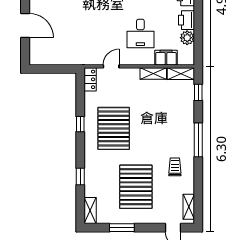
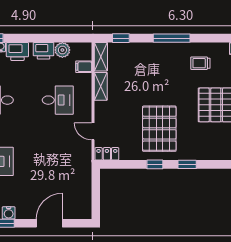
filing cabinet: (166, 58) -> (84, 67), width x0.50
pallet: (114, 128) -> (159, 129), turned 90
window: (80, 177) -> (187, 164), moved

